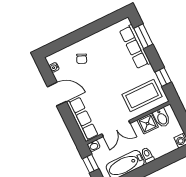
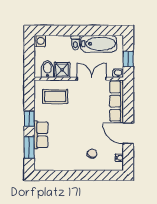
row of seats: (135, 47) -> (41, 135), width x0.68
window: (163, 77) -> (29, 119), moved
coffee table: (142, 95) -> (55, 97), width x0.73, depth x0.76

